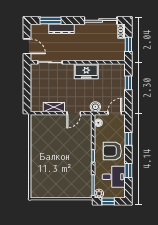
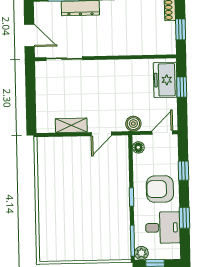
freezer: (86, 71) -> (165, 80), moved, turned 90

